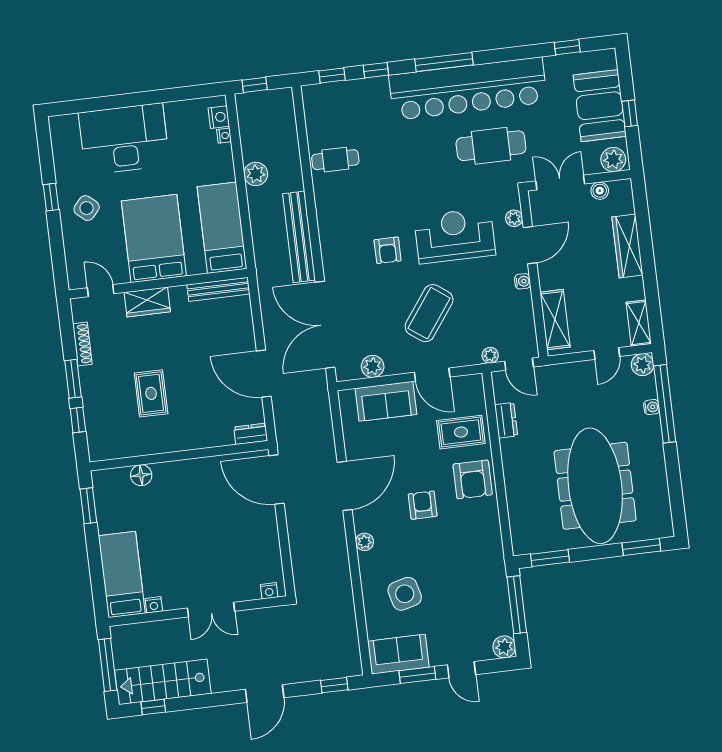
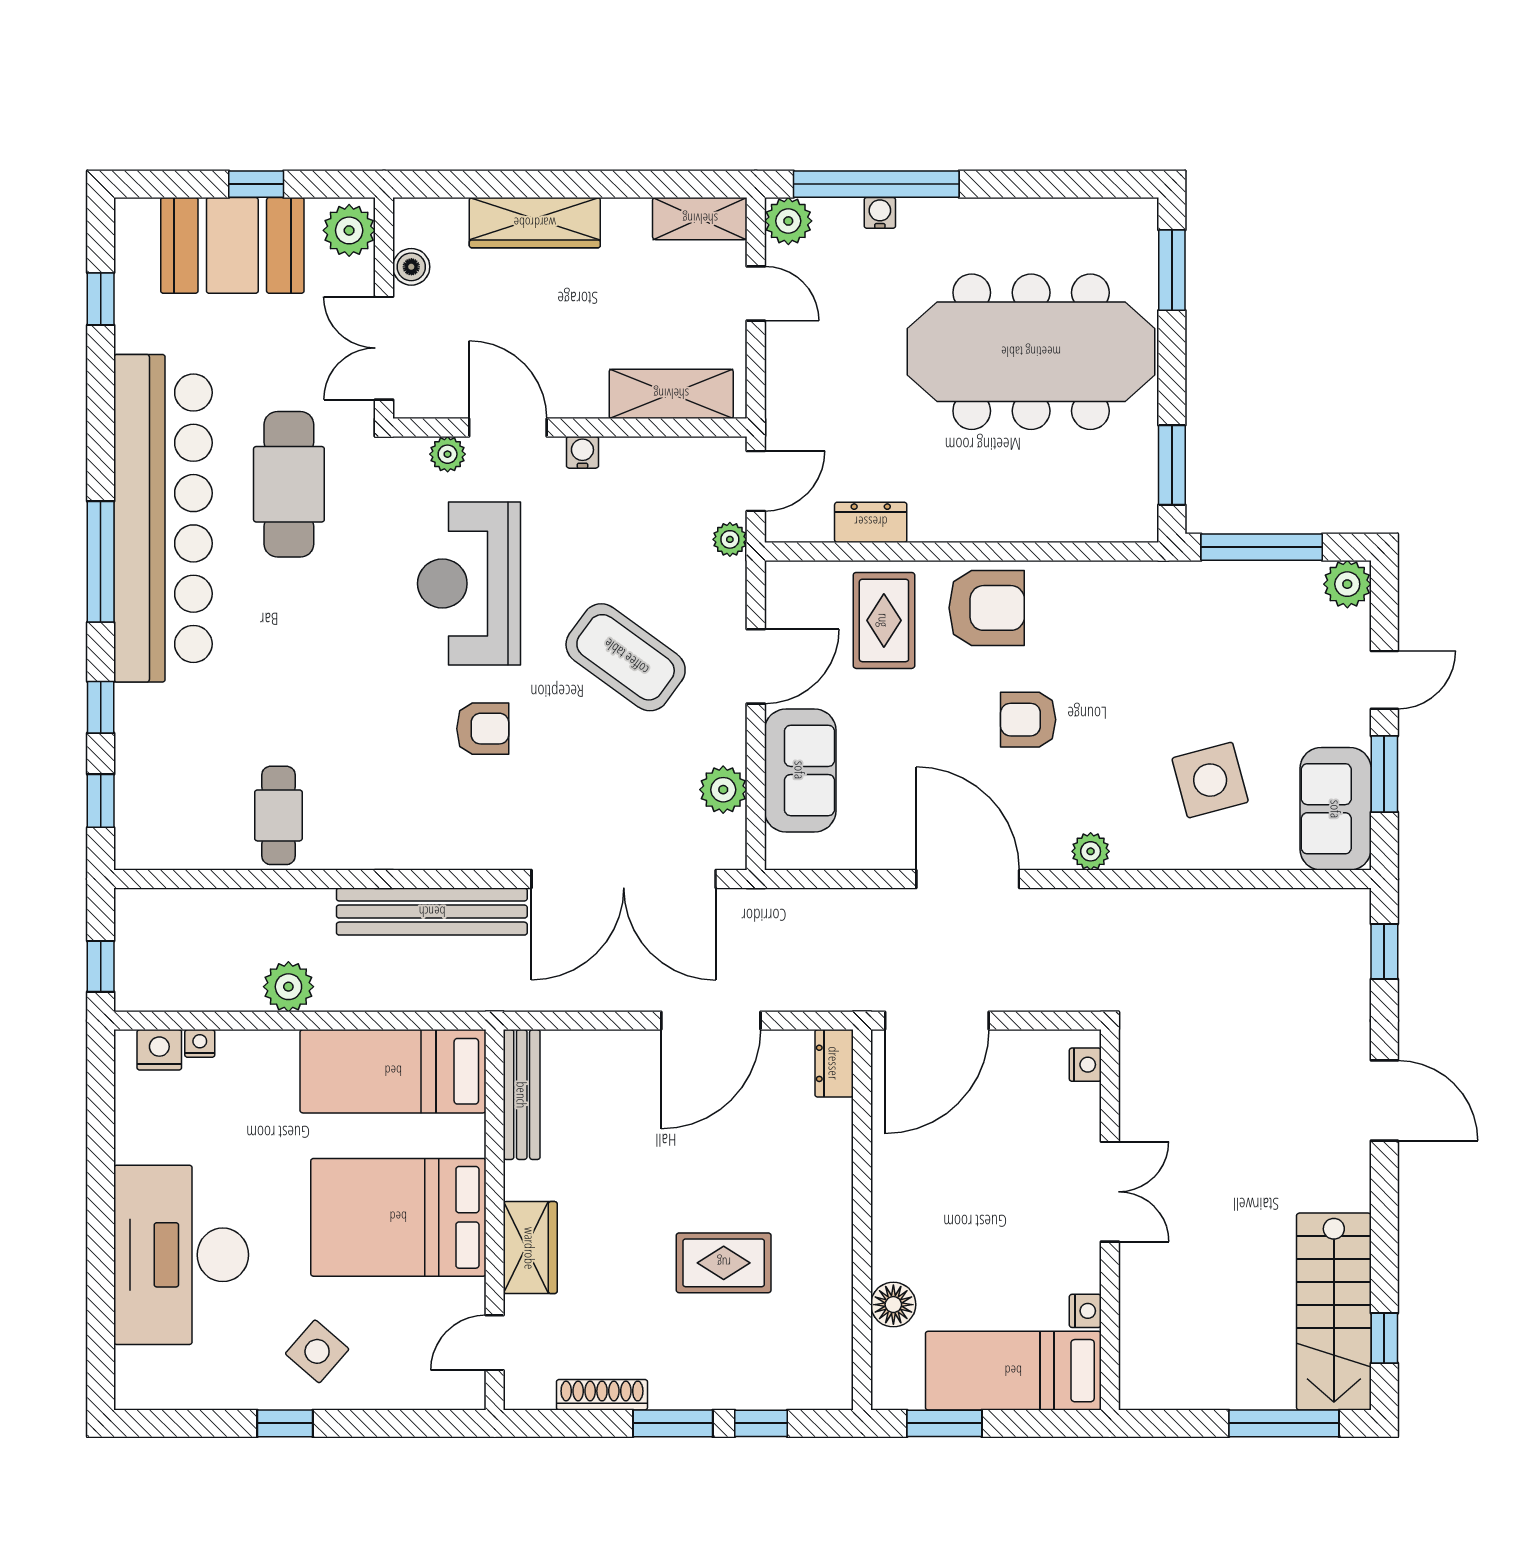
bed: (122, 574) -> (1013, 1371), moved
nightstand: (269, 591) -> (1085, 1065), moved
nightstand: (154, 605) -> (1085, 1311), moved
double door: (211, 610) -> (1110, 1192), moved
wall: (198, 611) -> (1110, 1220), moved

